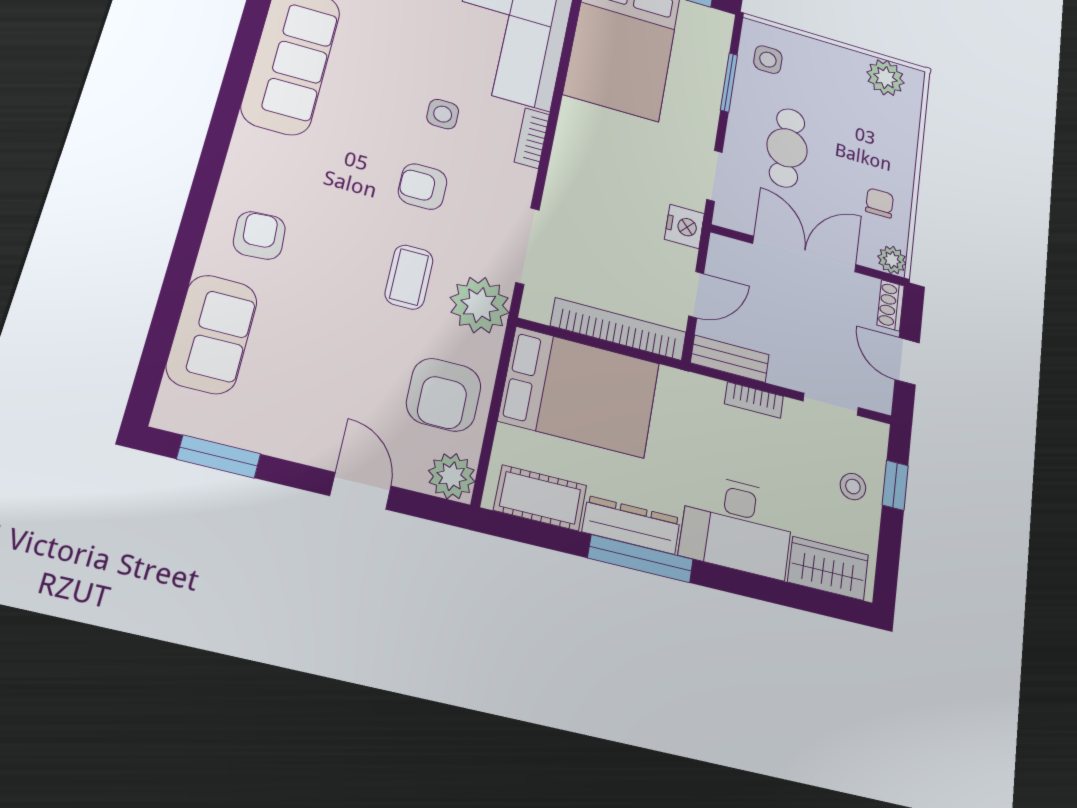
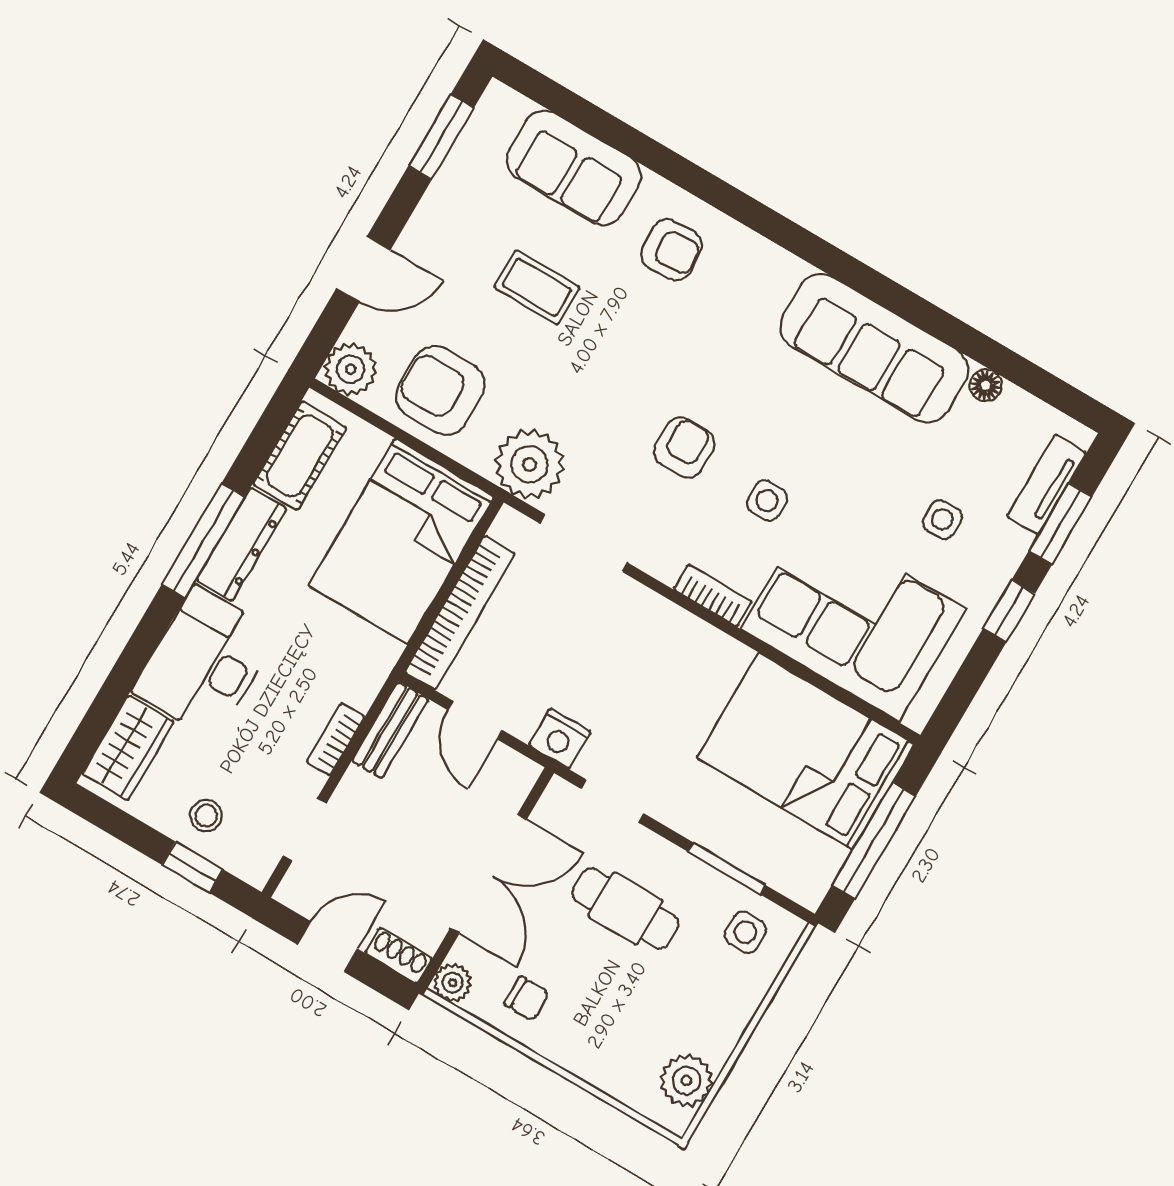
coffee table: (409, 277) -> (537, 287), moved

